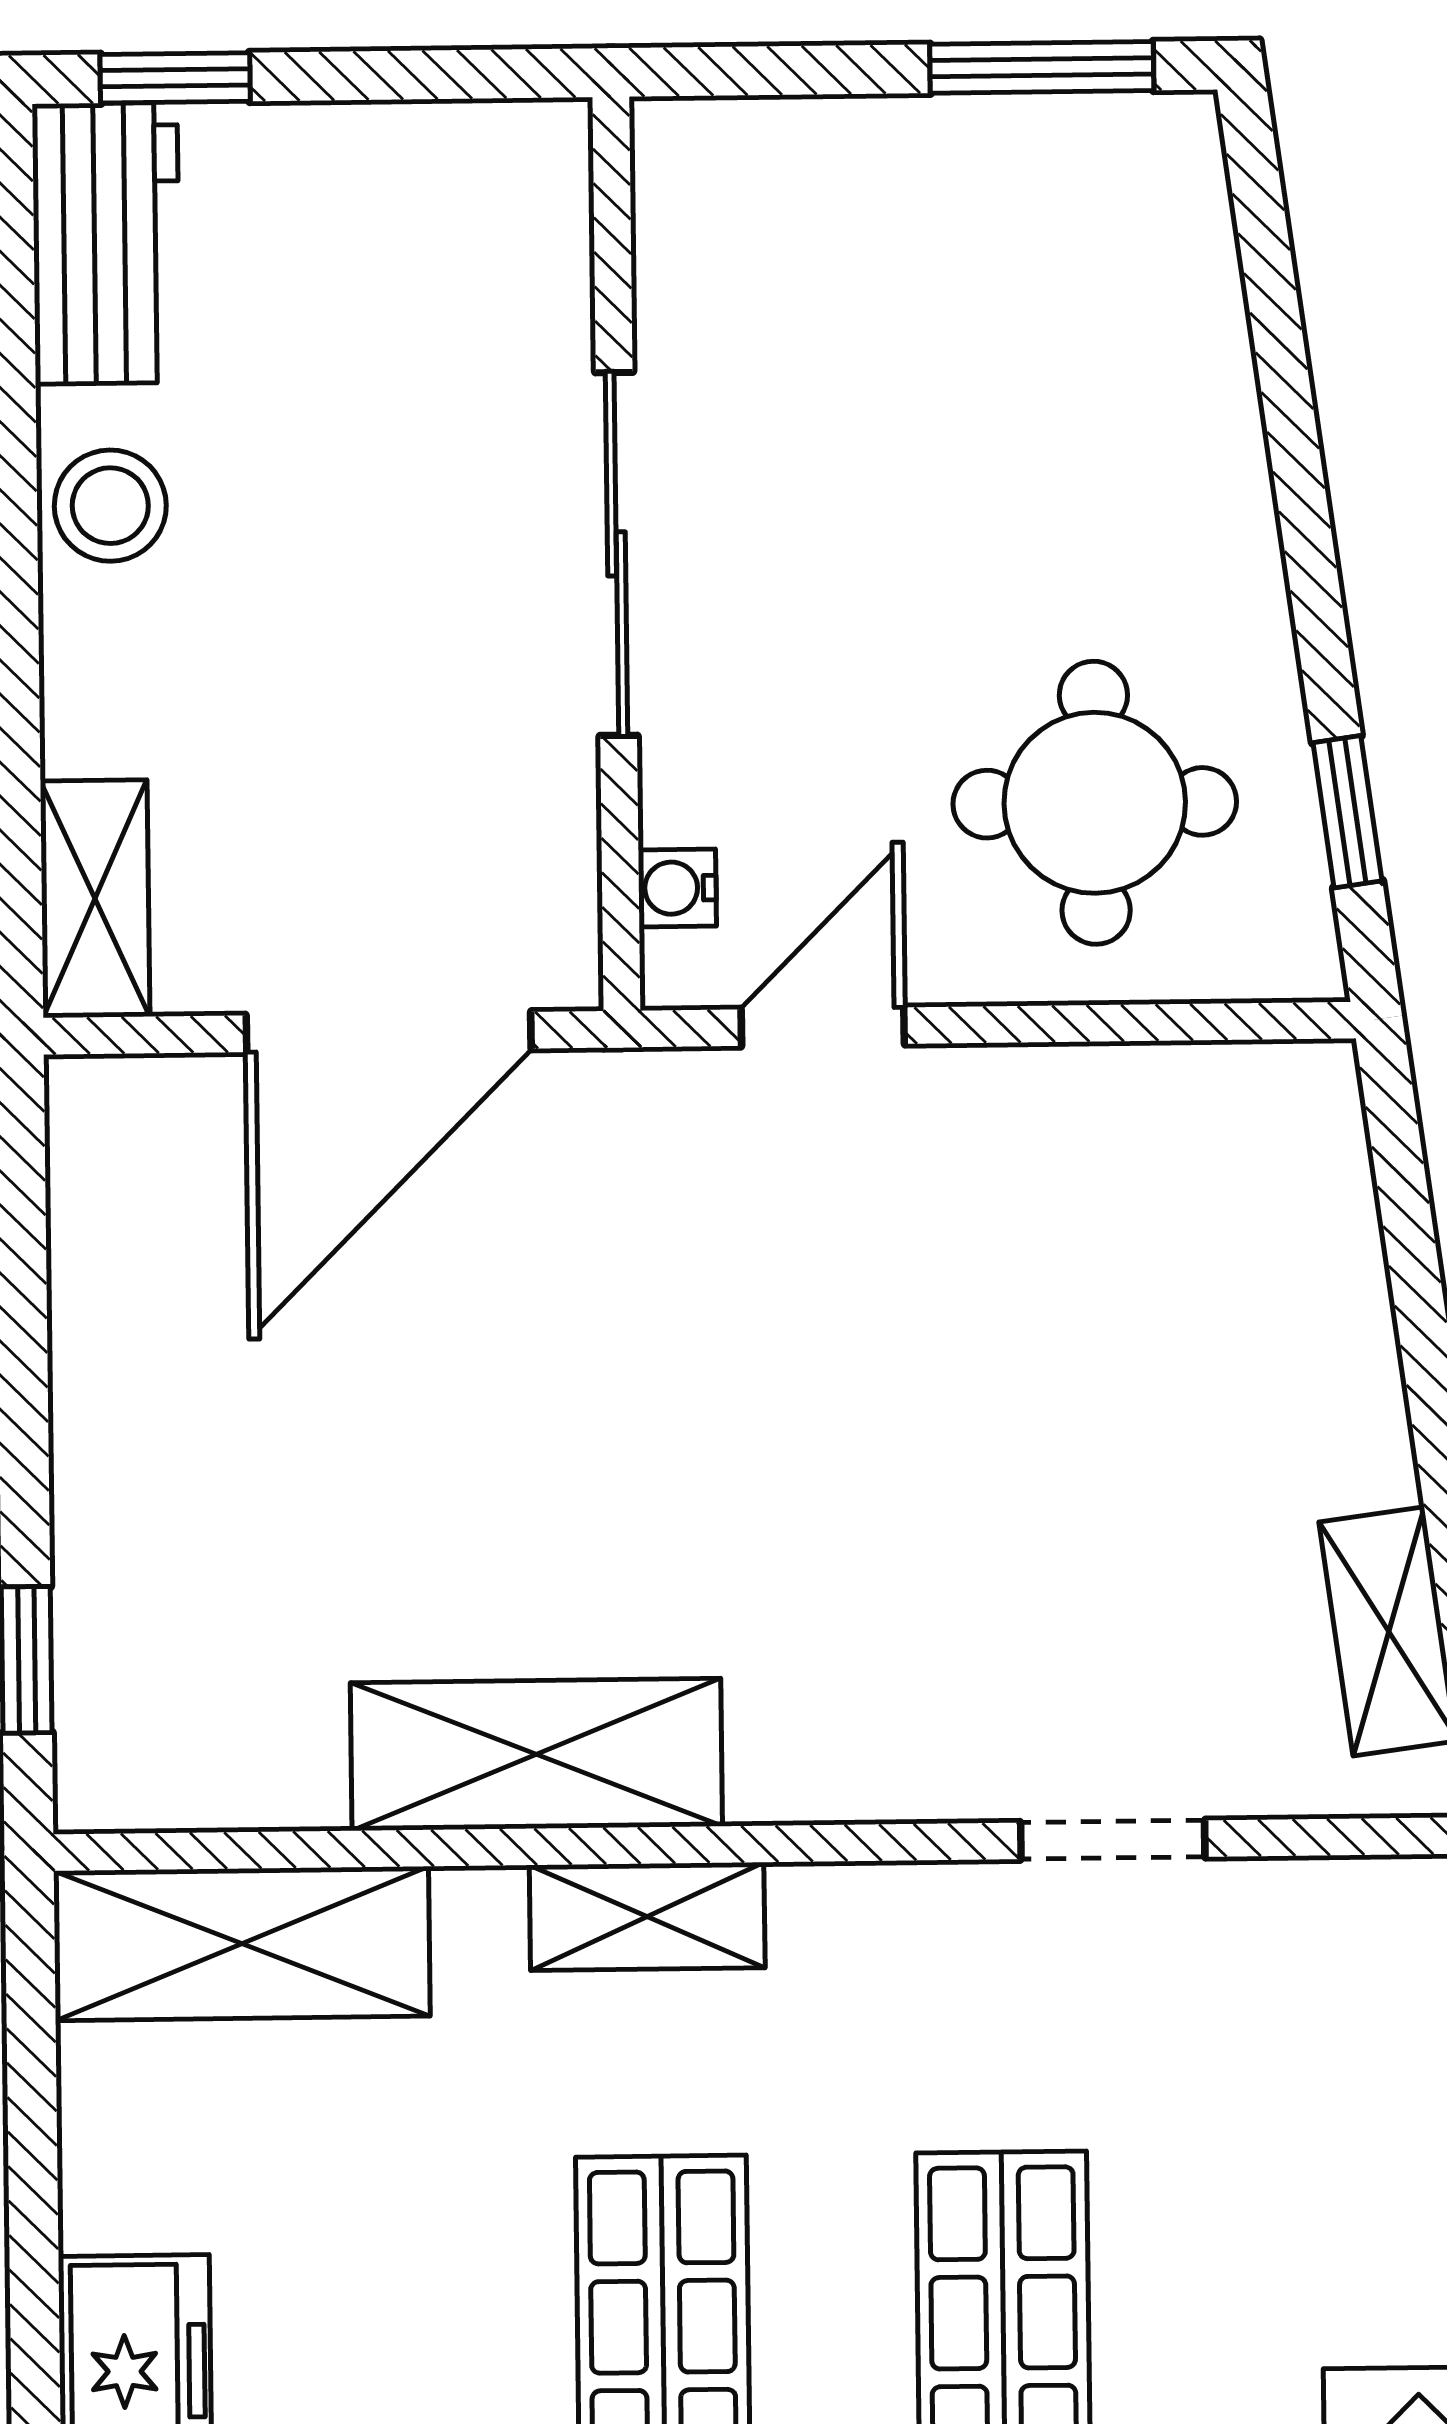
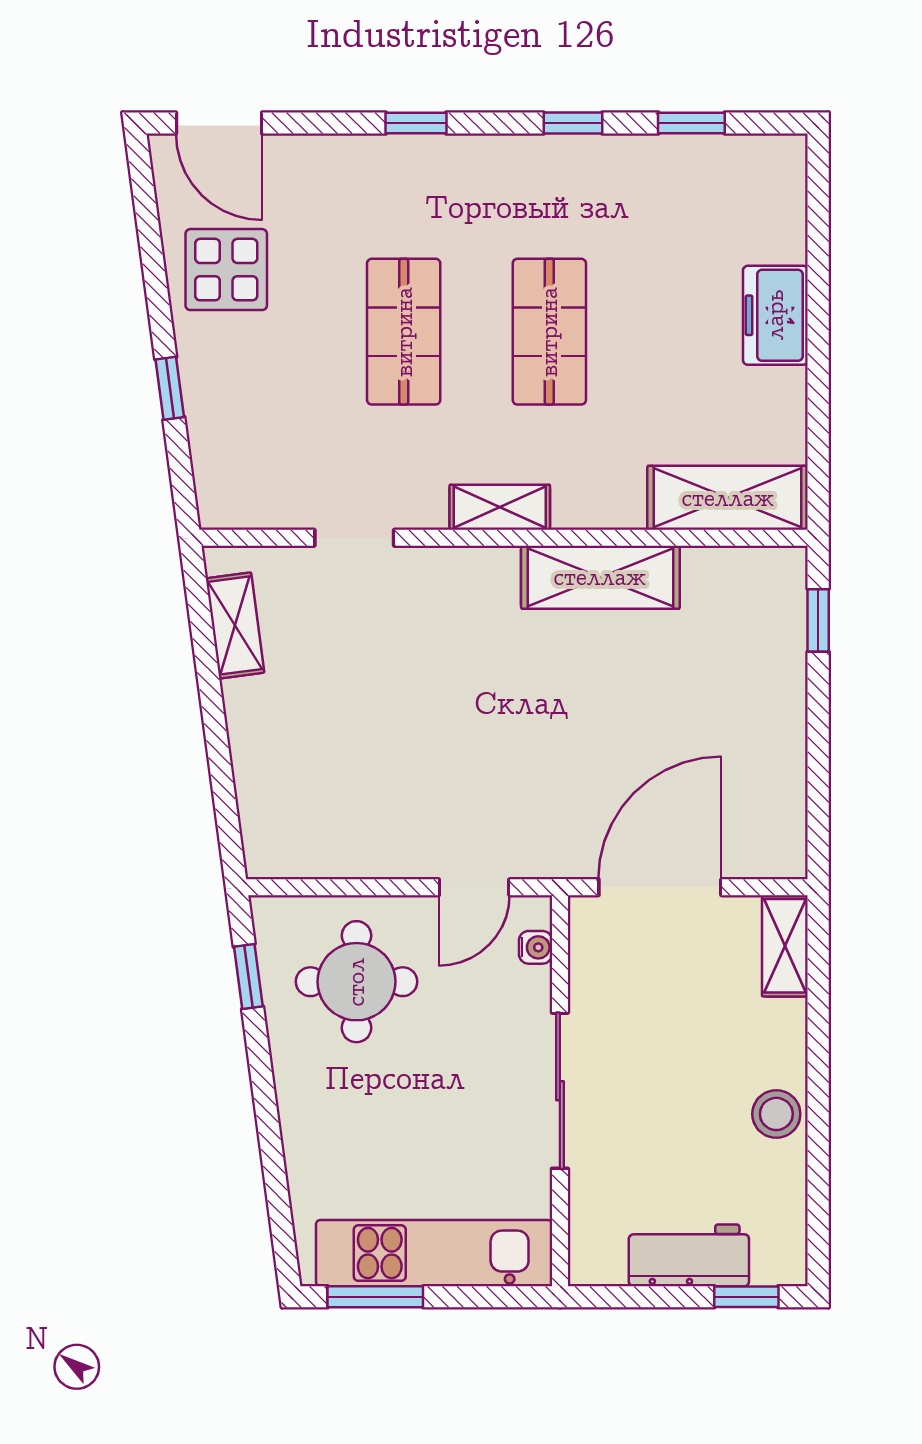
kitchen unit: (906, 171) -> (434, 1253), added
workbench: (106, 243) -> (689, 1255), moved, turned 90
shelving: (647, 1916) -> (500, 507), moved

